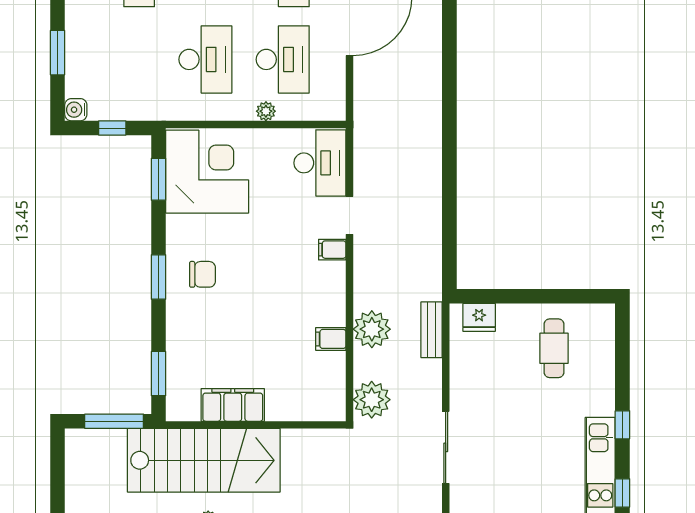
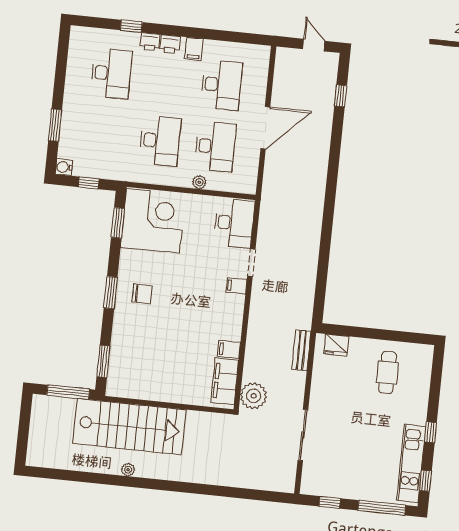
plant: (372, 329) -> (259, 345), removed
filing cabinet: (233, 405) -> (225, 381), moved, turned -90

